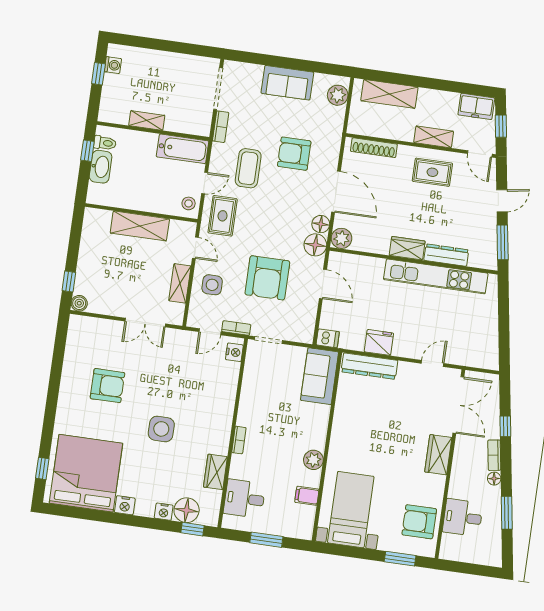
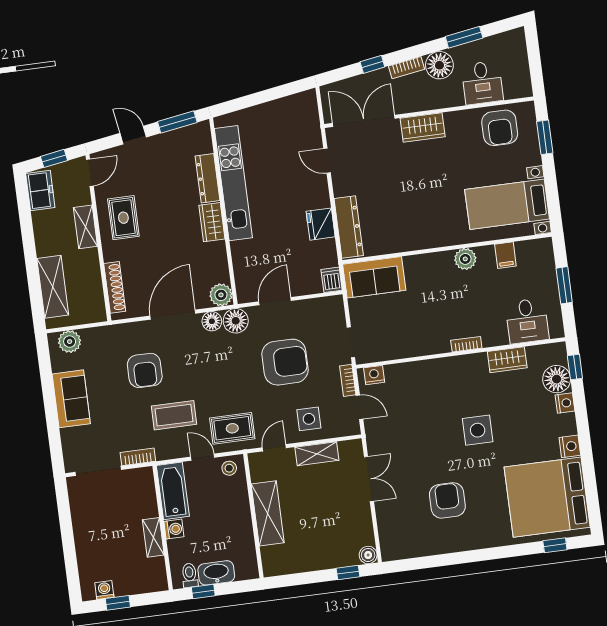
washing machine: (149, 140) -> (174, 529), added
floor lamp: (494, 479) -> (439, 65), width x1.89, depth x1.89

